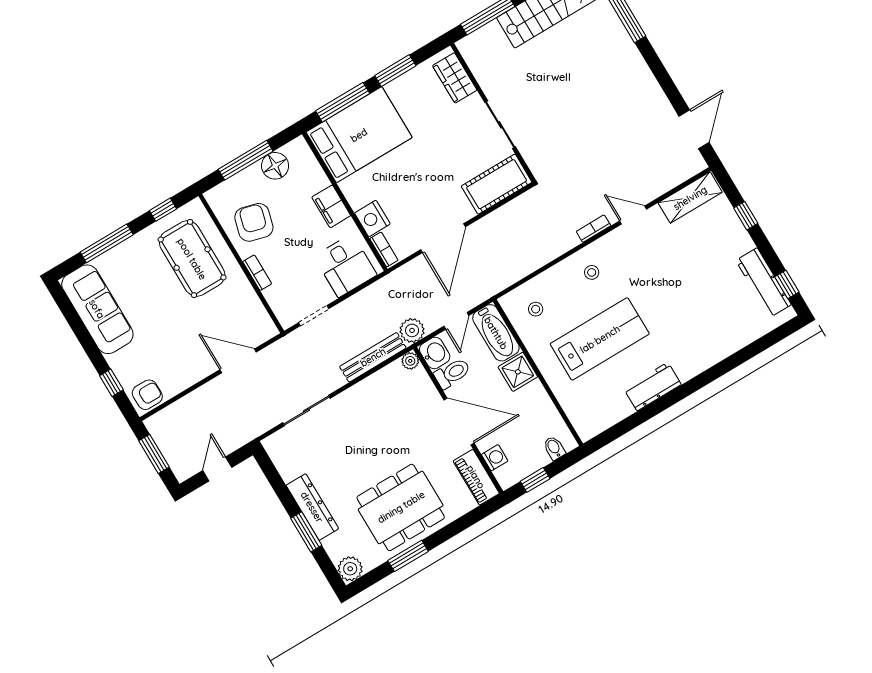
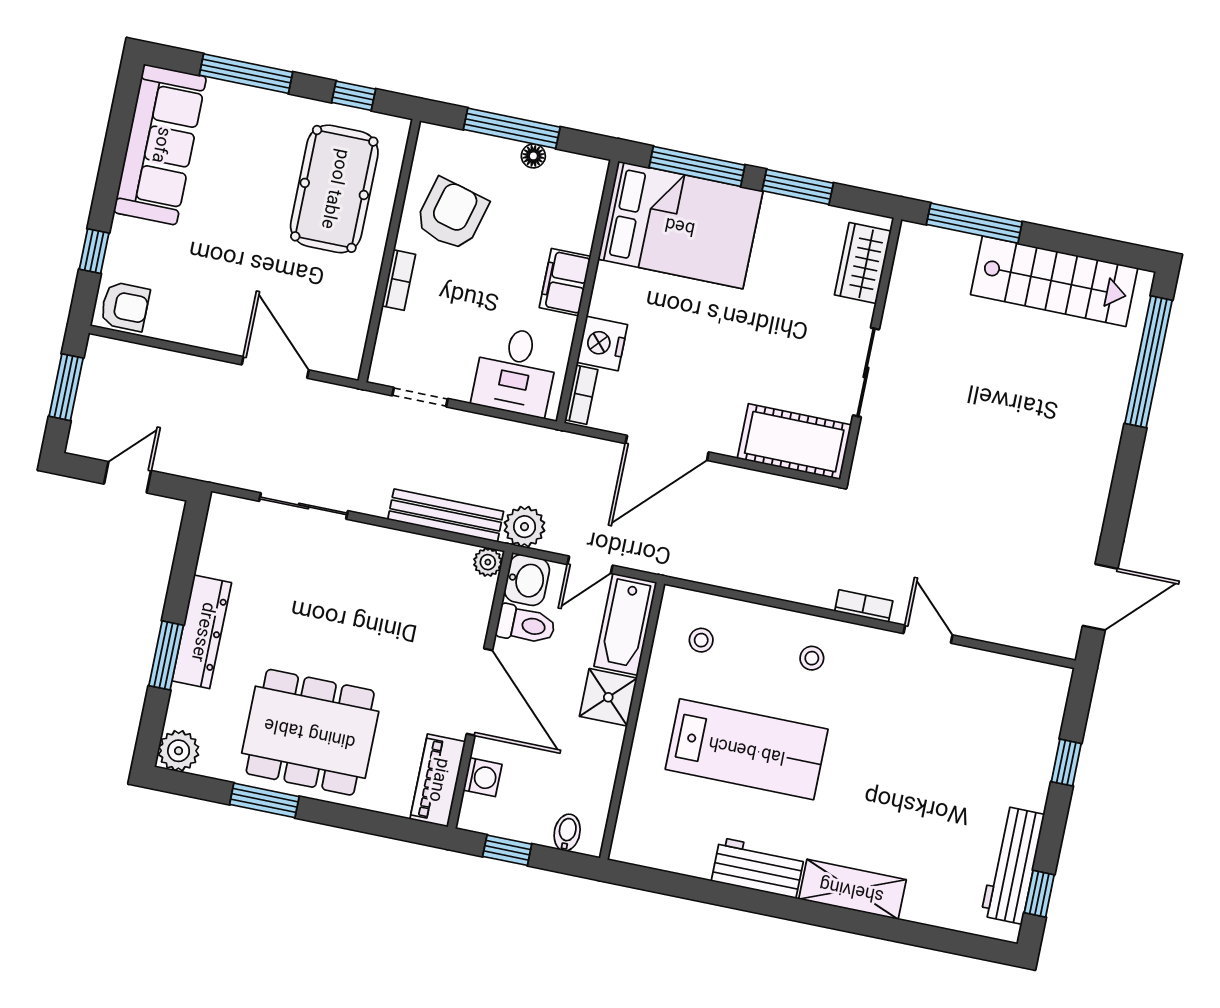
floor lamp: (275, 166) -> (533, 156), width x0.53, depth x0.53
shelving: (690, 198) -> (852, 889), moved

